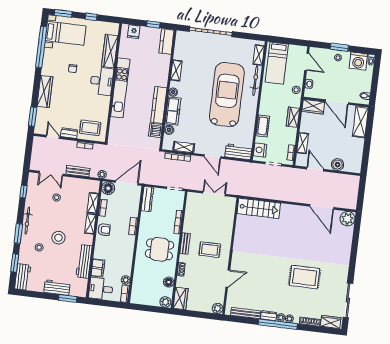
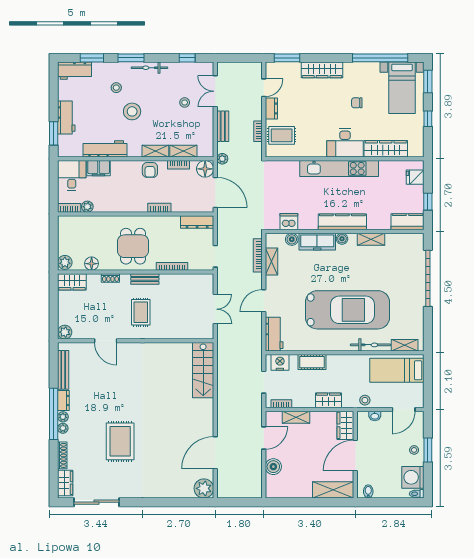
kitchen counter: (159, 105) -> (342, 222), moved
rug: (90, 128) -> (282, 135), turned 90

